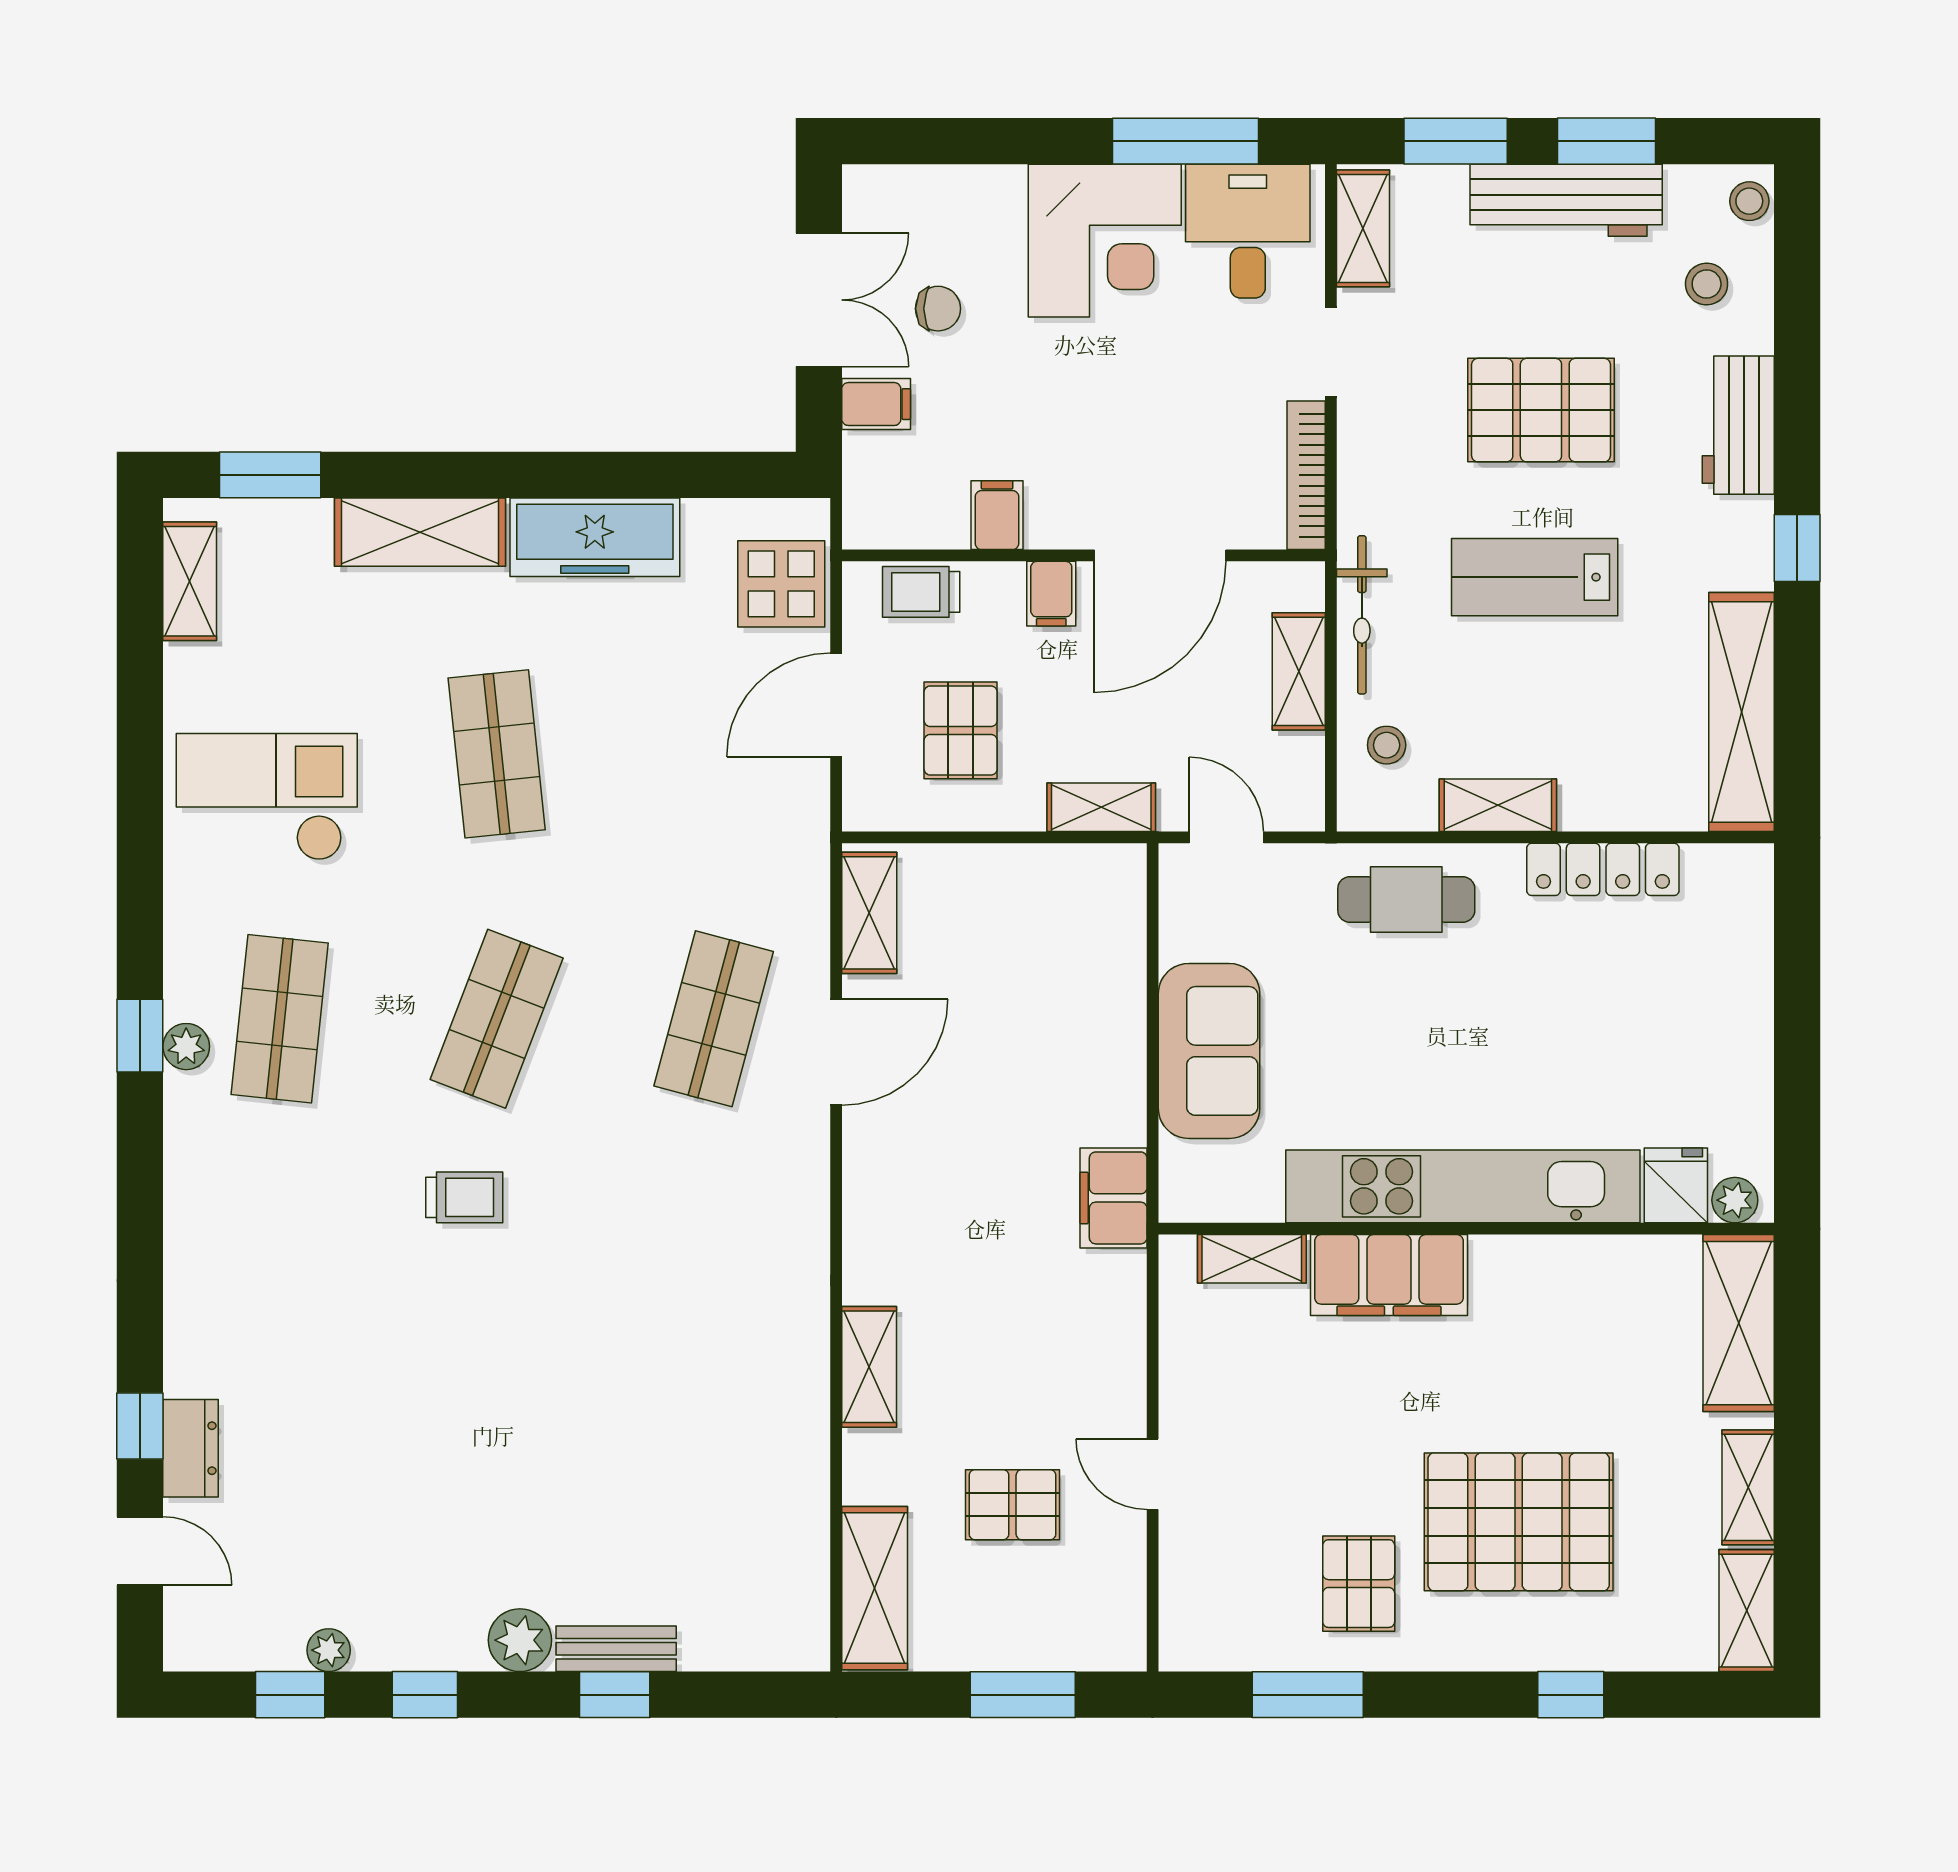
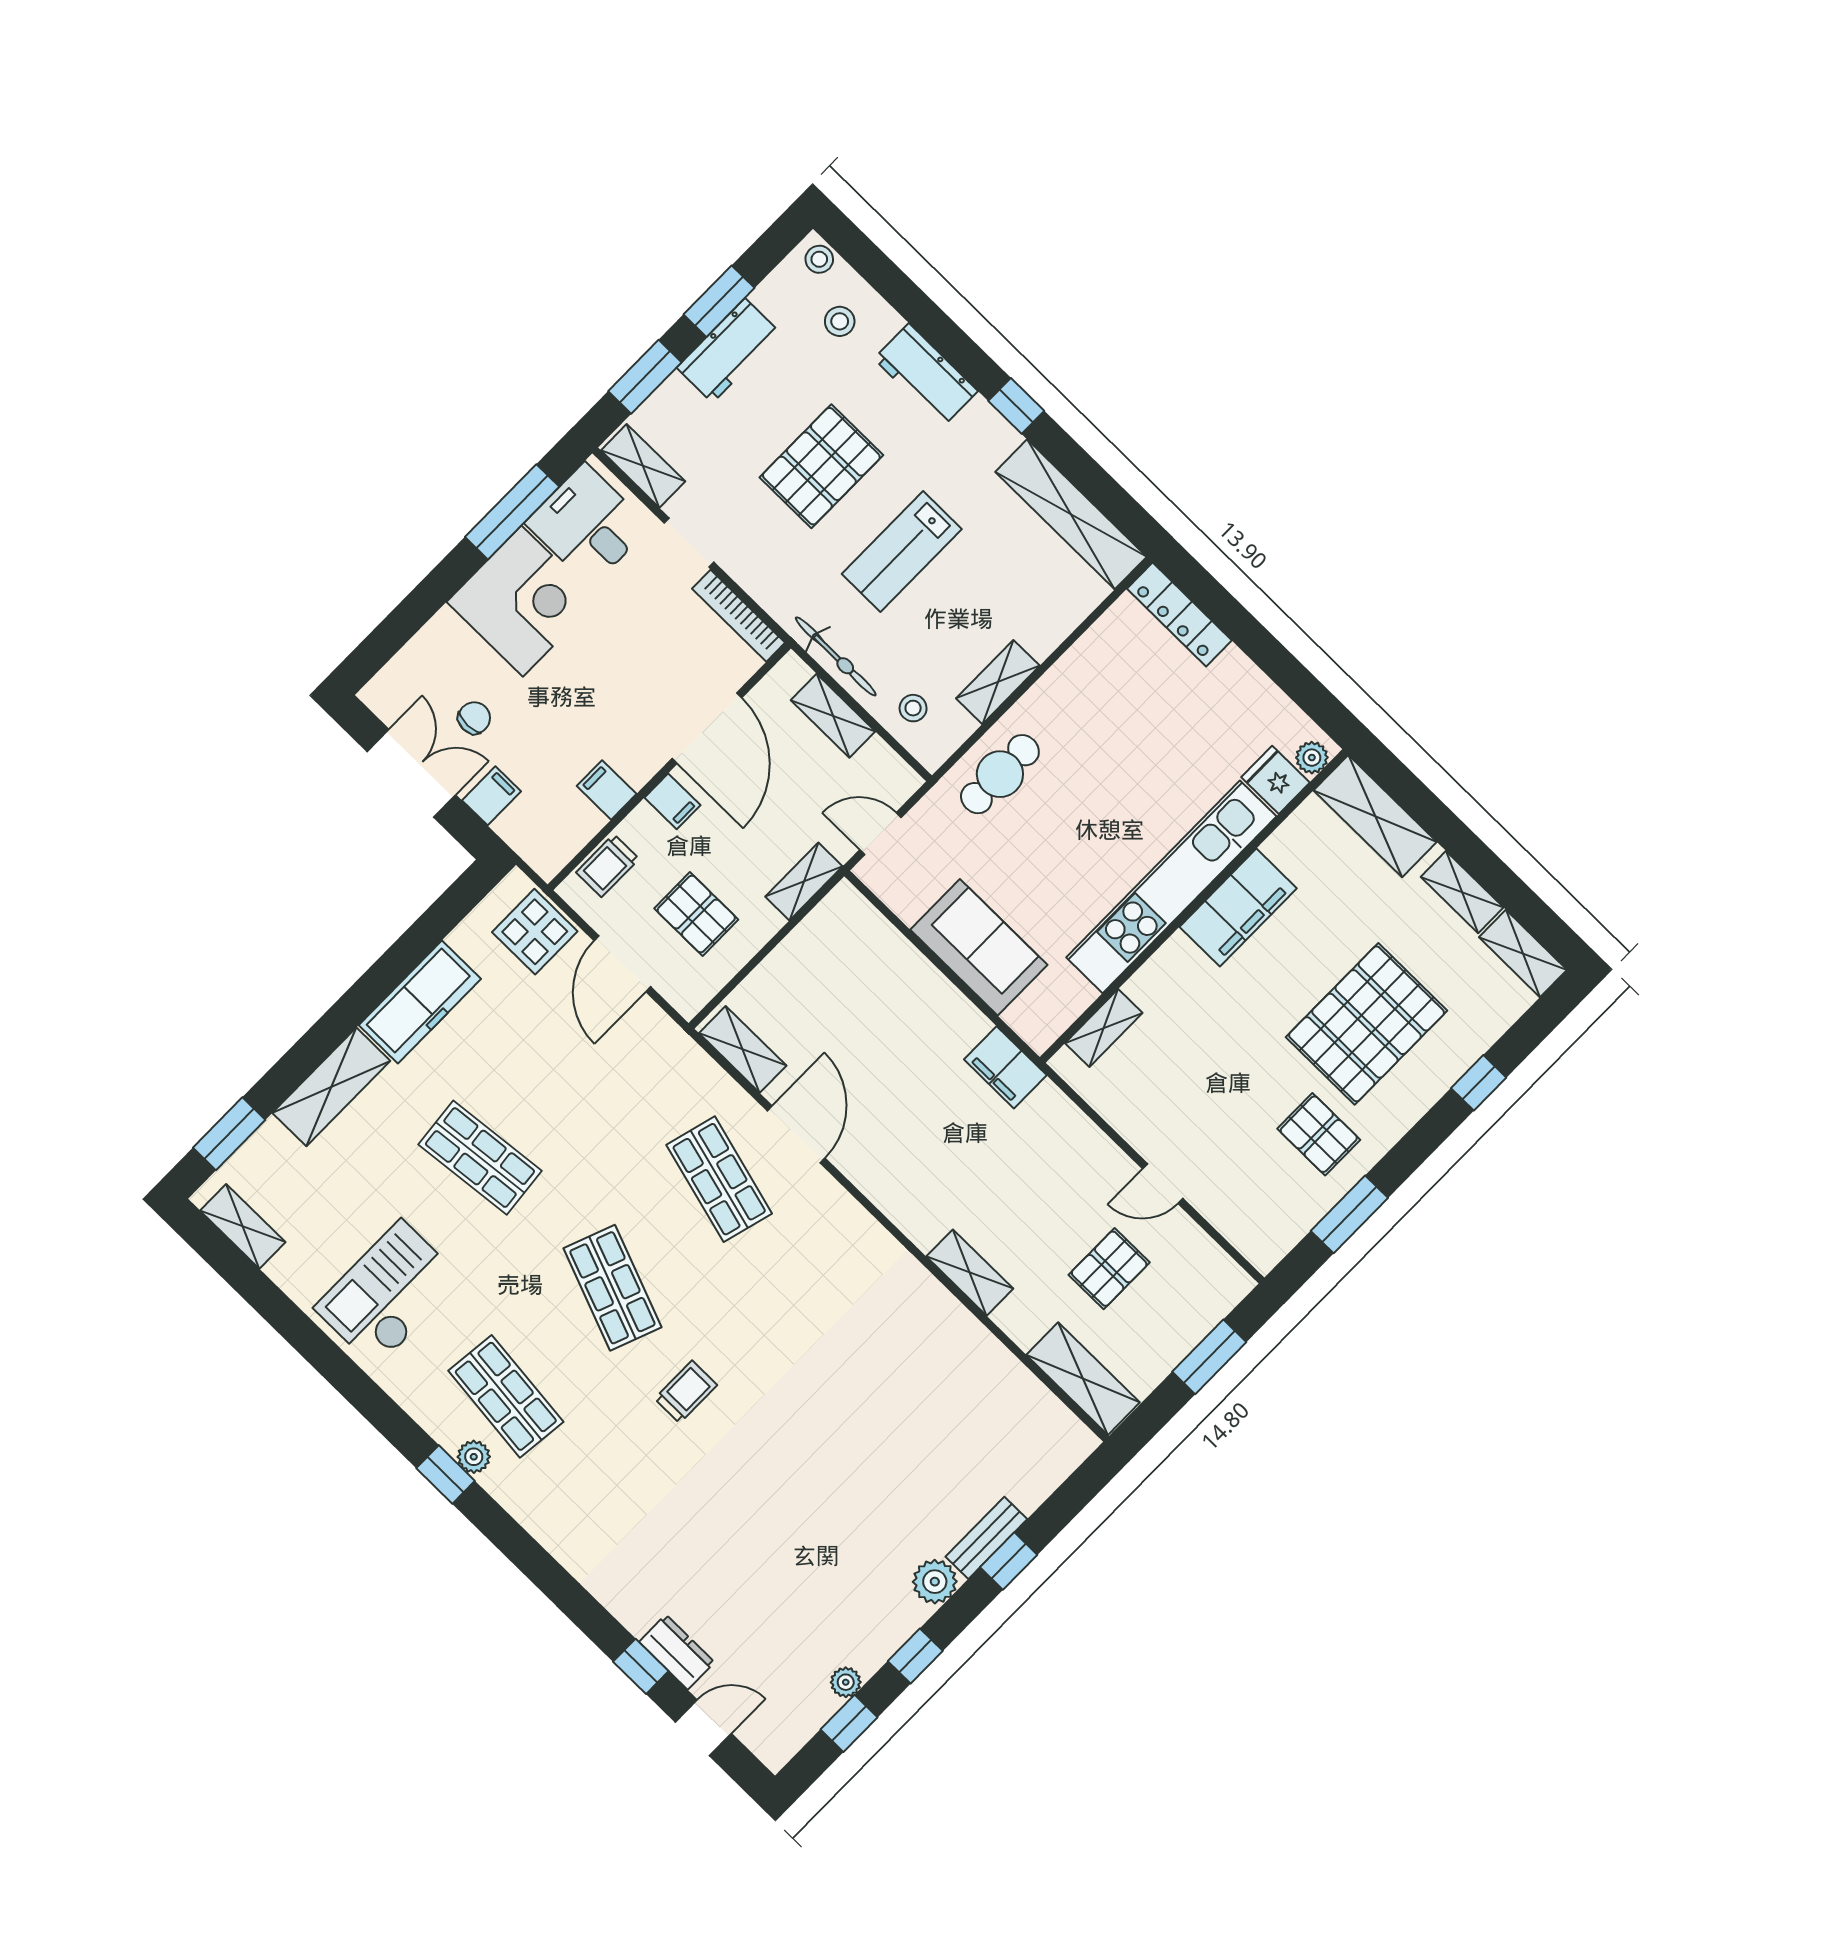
workbench: (1566, 200) -> (729, 351), width x0.73
locker: (1603, 869) -> (1179, 615), moved, turned 90
filing cabinet: (1389, 1275) -> (1238, 908), moved

